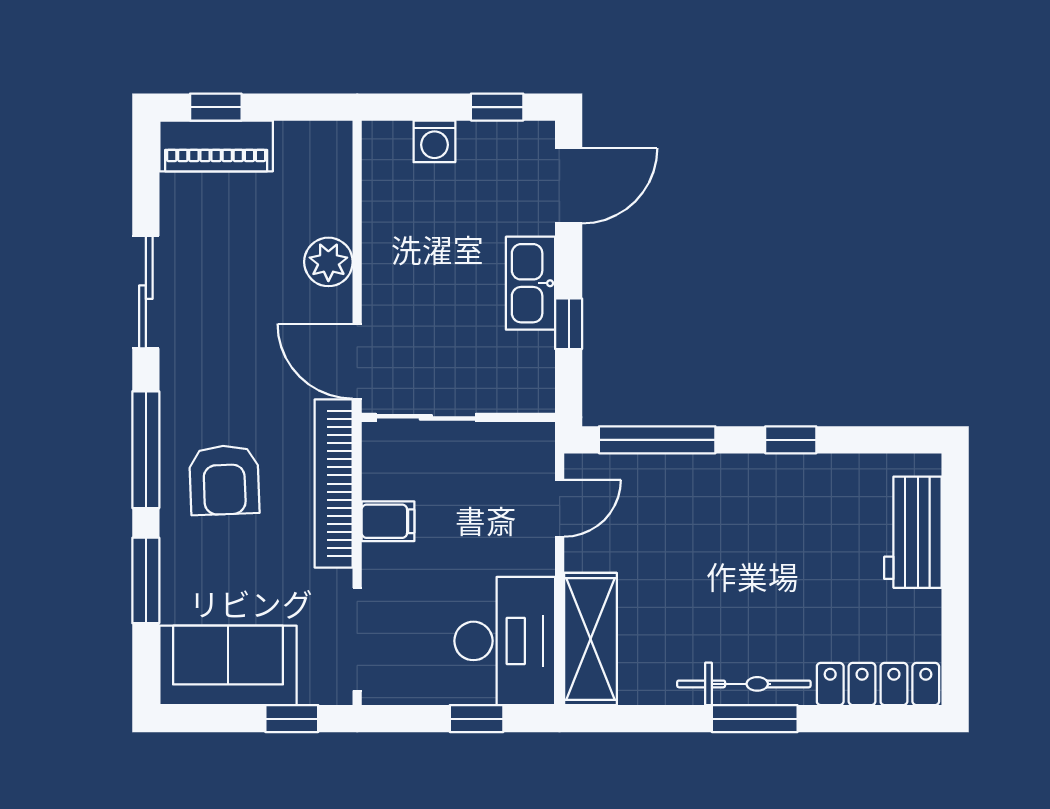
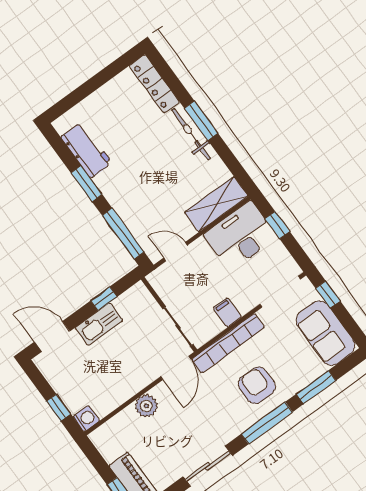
window: (497, 107) -> (59, 408), moved
washing machine: (434, 141) -> (86, 419), moved
window: (791, 440) -> (87, 183), width x1.50
armchair: (224, 480) -> (257, 385), turned -88
workbench: (913, 532) -> (86, 150), moved, turned -90

